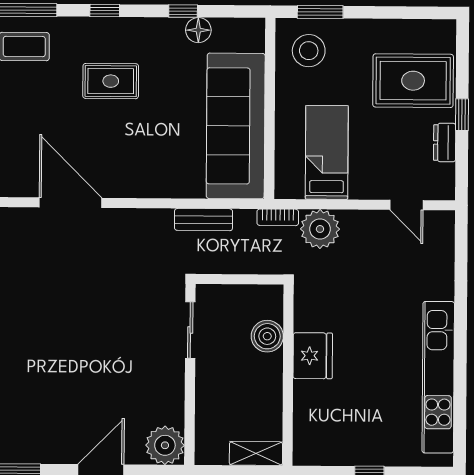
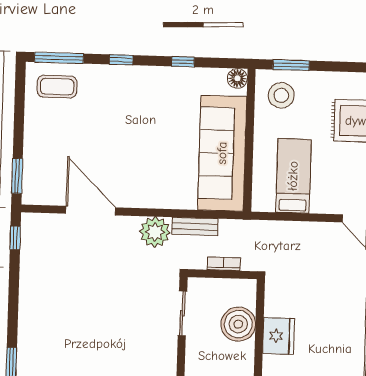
floor lamp: (198, 30) -> (237, 78), moved
rug: (111, 81) -> (125, 116), removed
bookcase: (278, 217) -> (224, 264), moved, turned 180
plant: (320, 229) -> (155, 232), moved
boiler: (267, 336) -> (238, 324), width x1.37, depth x1.37

